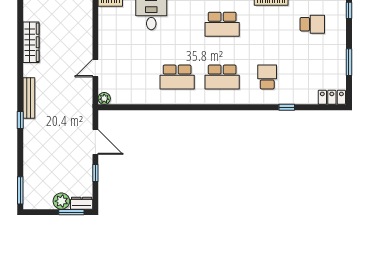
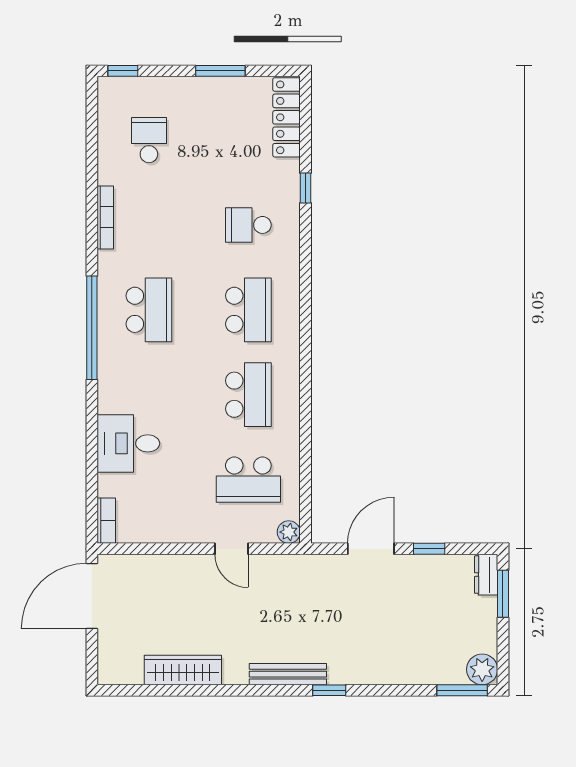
school desk: (132, 77) -> (248, 480), added
locker: (332, 97) -> (286, 117), width x1.53
plant: (61, 201) -> (482, 669), moved

